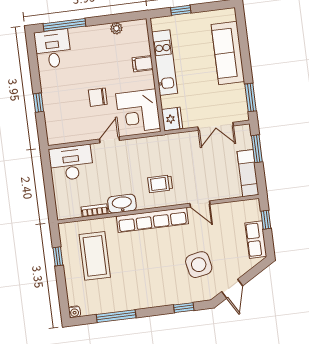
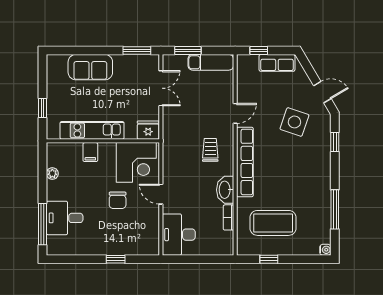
desk: (53, 49) -> (65, 218), moved
sofa: (228, 53) -> (90, 67), width x0.73
trolley: (160, 184) -> (210, 150), turned 180
side table: (199, 265) -> (294, 122), turned 30

